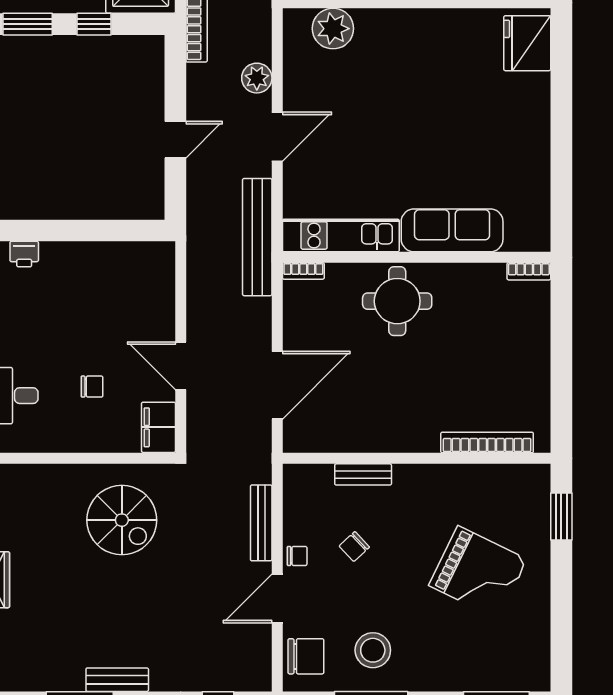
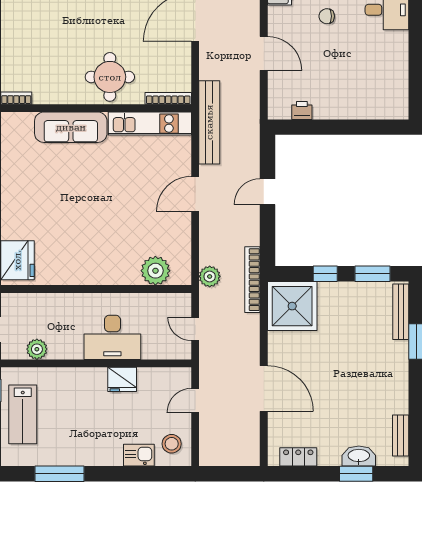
plant: (257, 78) -> (210, 276), moved
printer: (24, 254) -> (302, 110), moved
bookcase: (303, 271) -> (168, 98), width x1.56
door: (181, 366) -> (264, 53), moved

